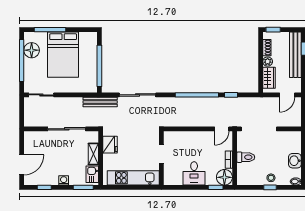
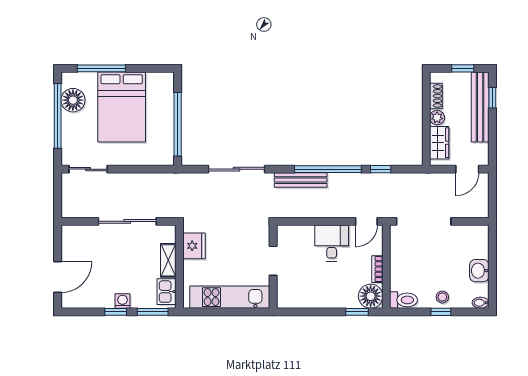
window: (273, 30) -> (463, 68), moved
bench: (100, 102) -> (301, 180), moved
toilet: (246, 157) -> (403, 300), moved
desk: (194, 173) -> (332, 243), moved, turned 180
window: (44, 187) -> (116, 312), moved

